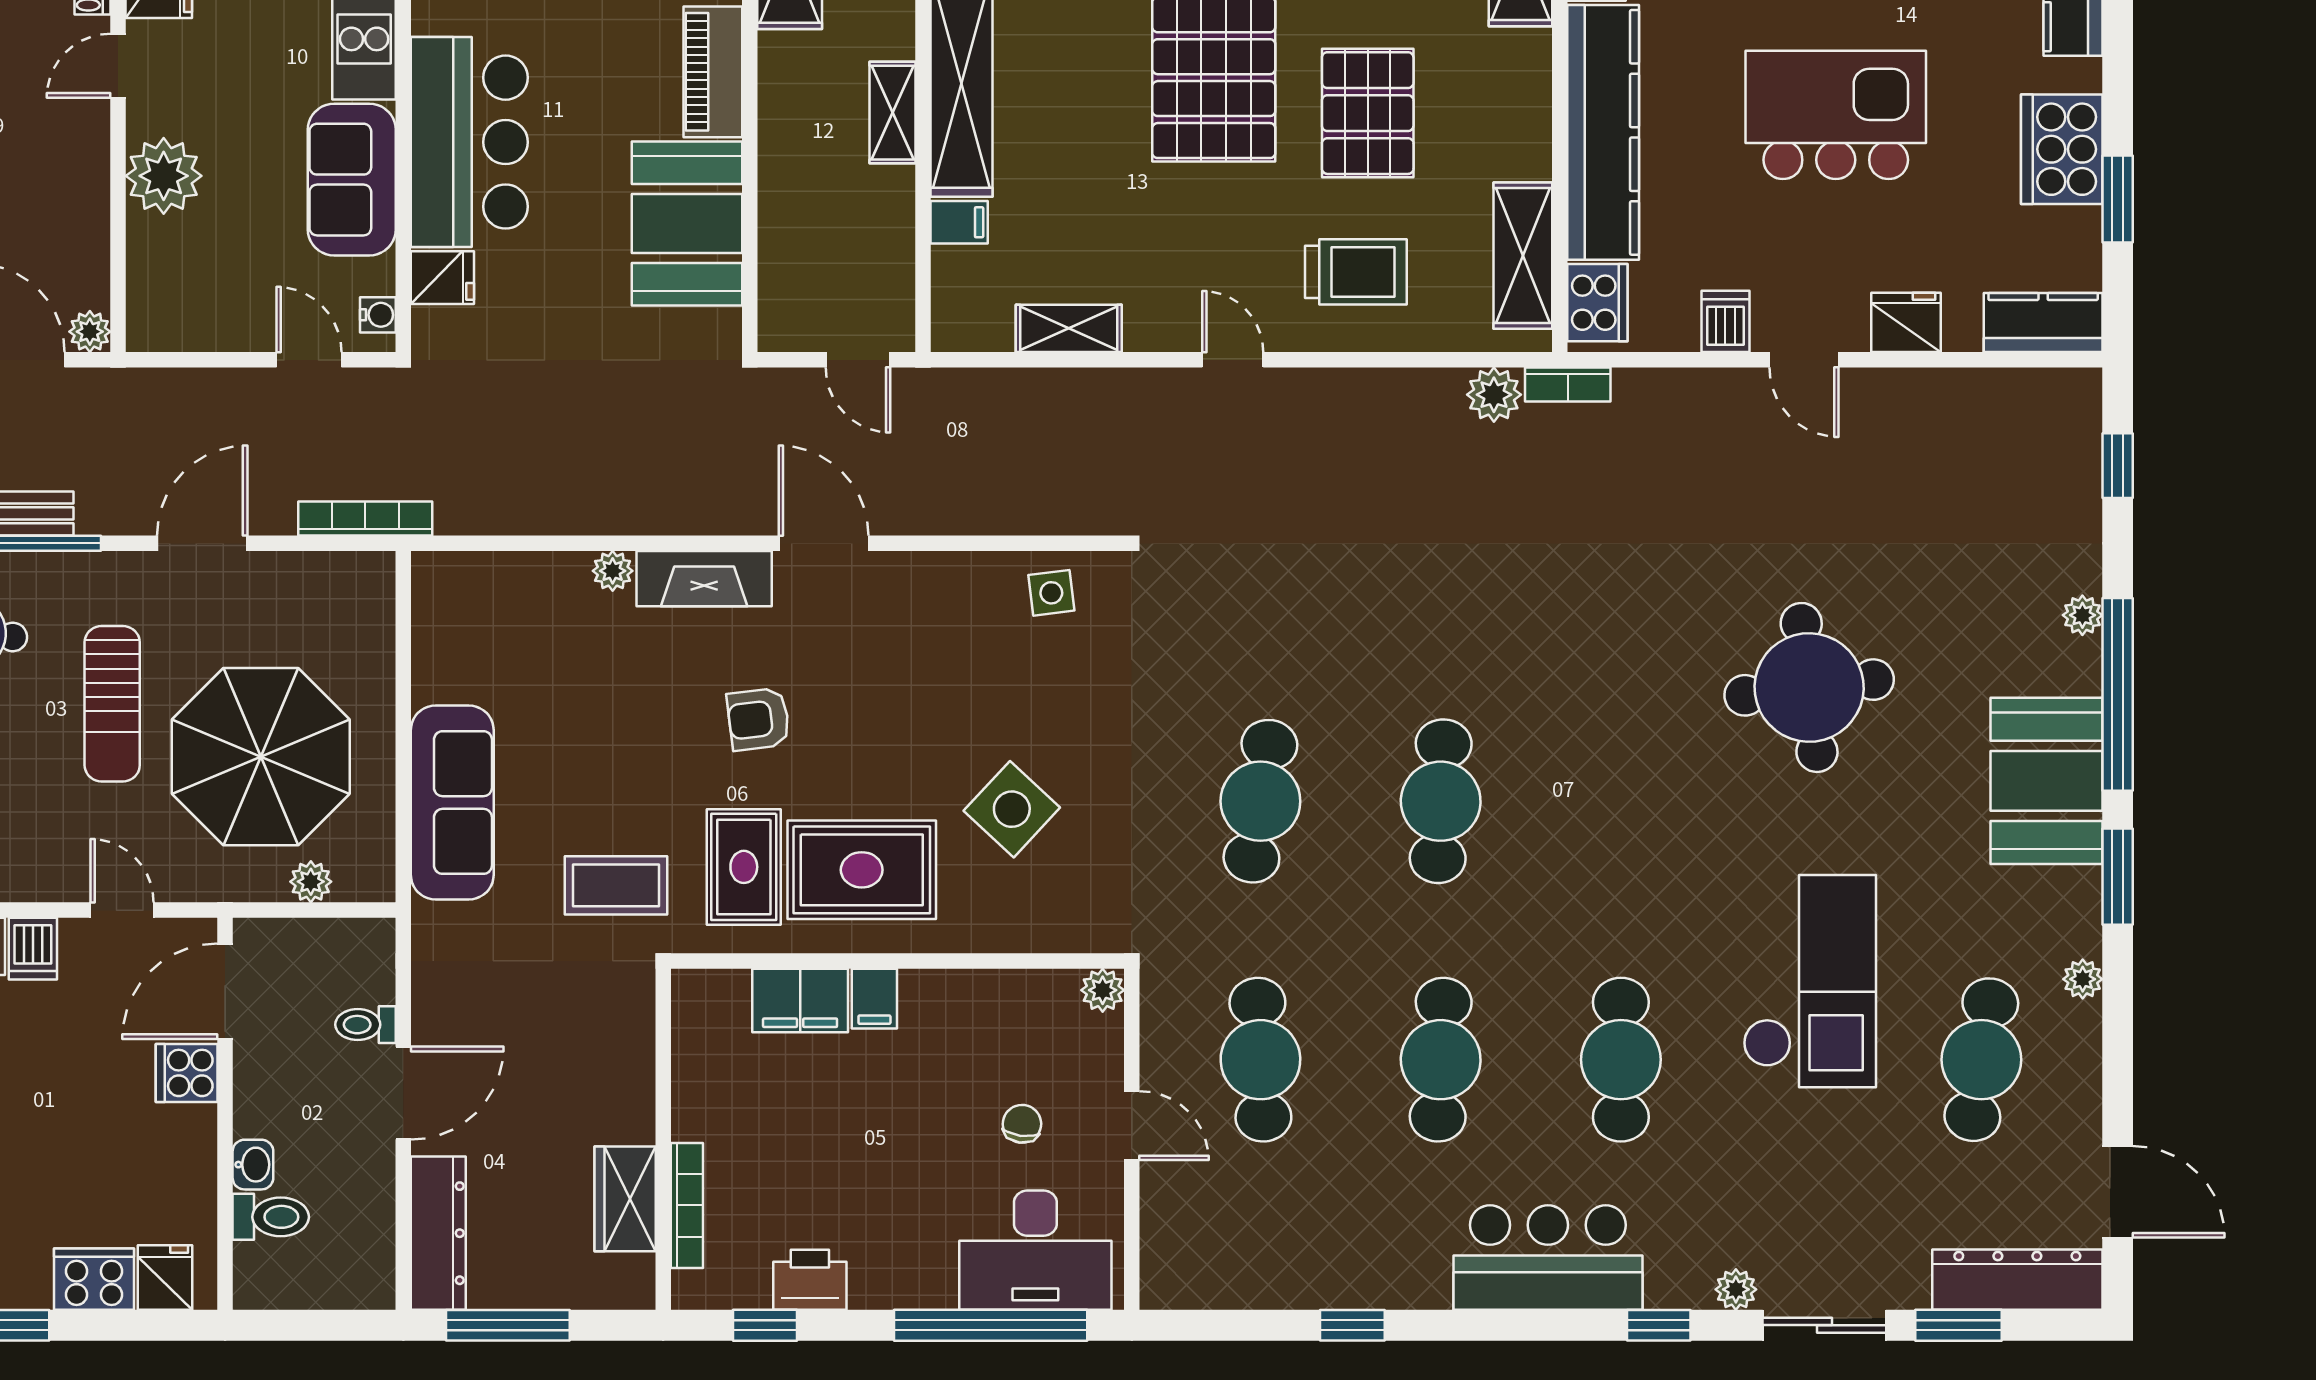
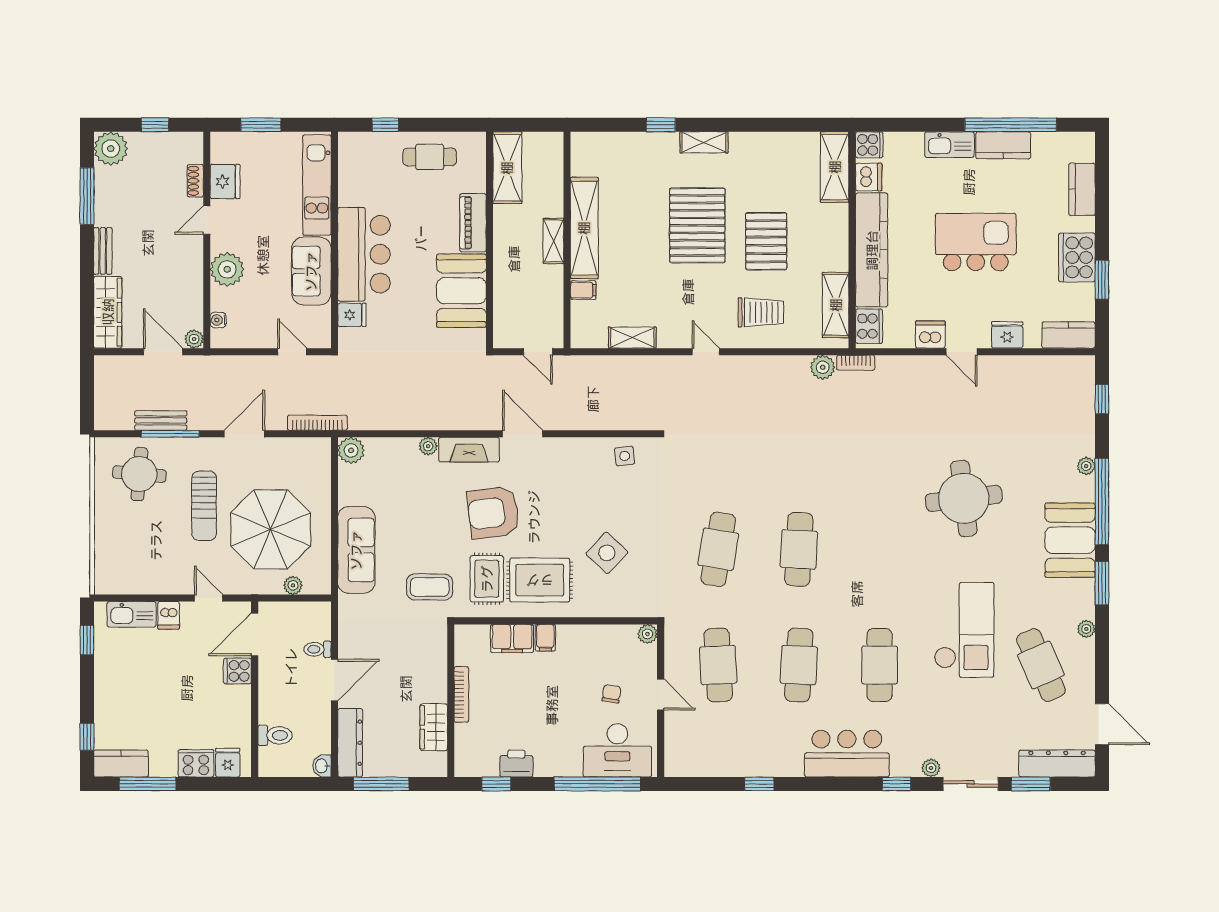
water cooler: (378, 315) -> (218, 320), moved, turned 180
dishwasher: (1725, 321) -> (930, 335), width x1.38
plant: (440, 580) -> (351, 450), added
armchair: (758, 719) -> (493, 513), width x1.88, depth x1.88
cafe table: (1981, 1060) -> (1041, 665), turned -33
washbasin: (253, 1165) -> (322, 766), moved, turned 180
bookcase: (687, 1205) -> (461, 695), moved

